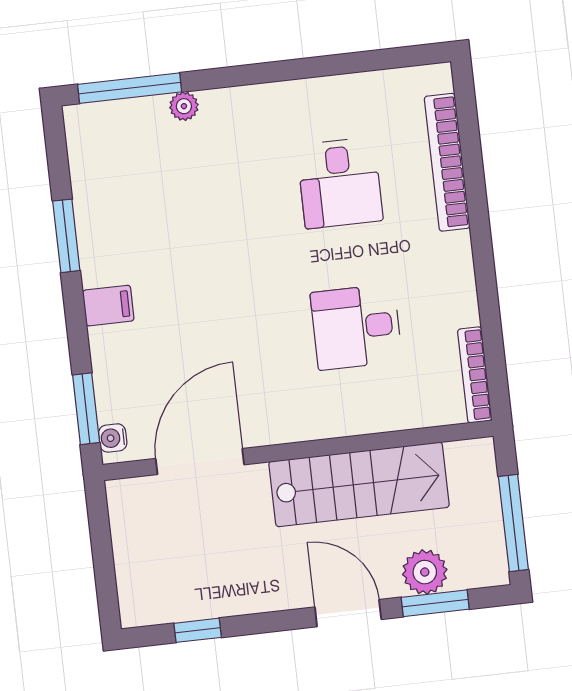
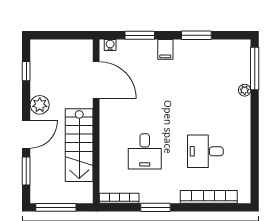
window: (486, 286) -> (155, 207), added
desk: (356, 327) -> (145, 151), turned 180
window: (86, 409) -> (140, 35), moved
plant: (425, 572) -> (40, 105), moved

